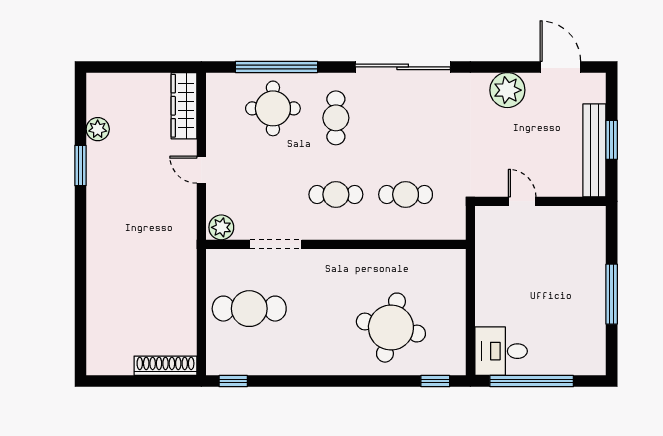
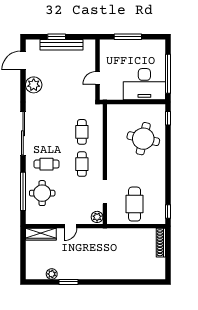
door: (522, 201) -> (98, 78), moved
wall: (540, 201) -> (98, 70), moved
desk: (501, 351) -> (144, 84), width x1.87, depth x1.30

